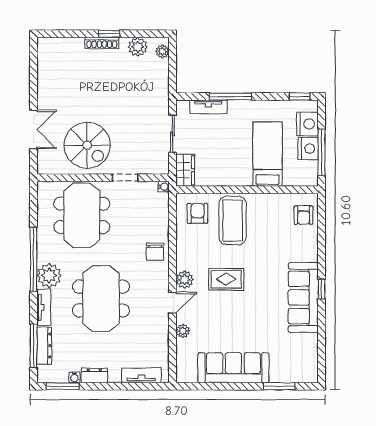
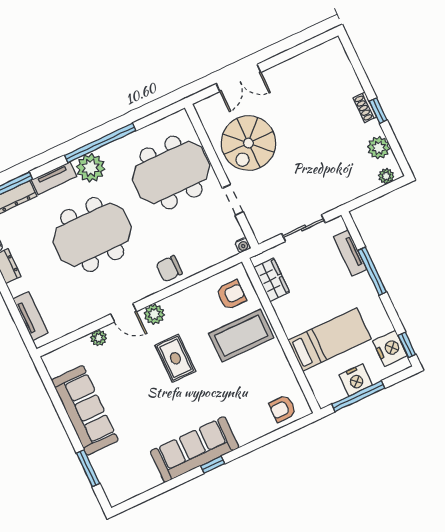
shoe rack: (102, 43) -> (365, 107), width x0.70
nightstand: (307, 124) -> (390, 348), moved, turned -90
wardrobe: (185, 170) -> (272, 280), moved, turned -90

